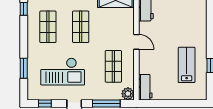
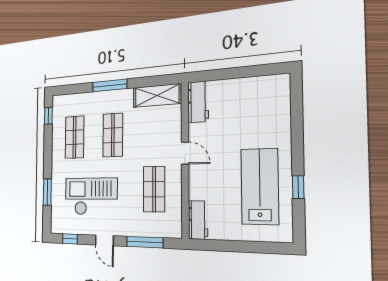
lab bench: (187, 65) -> (260, 187), width x1.36, depth x1.39
checkout: (63, 72) -> (91, 196), turned 180
plant: (128, 94) -> (174, 229), removed

